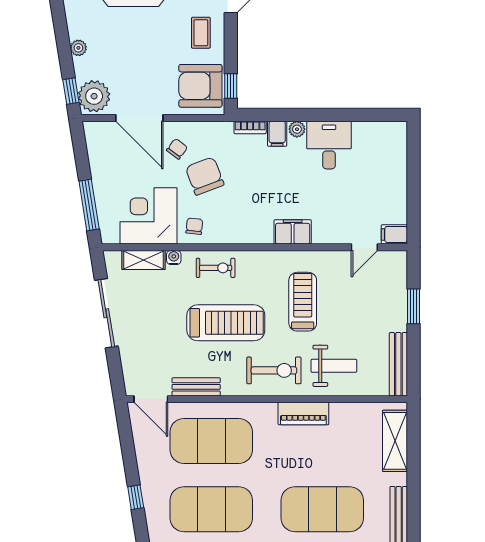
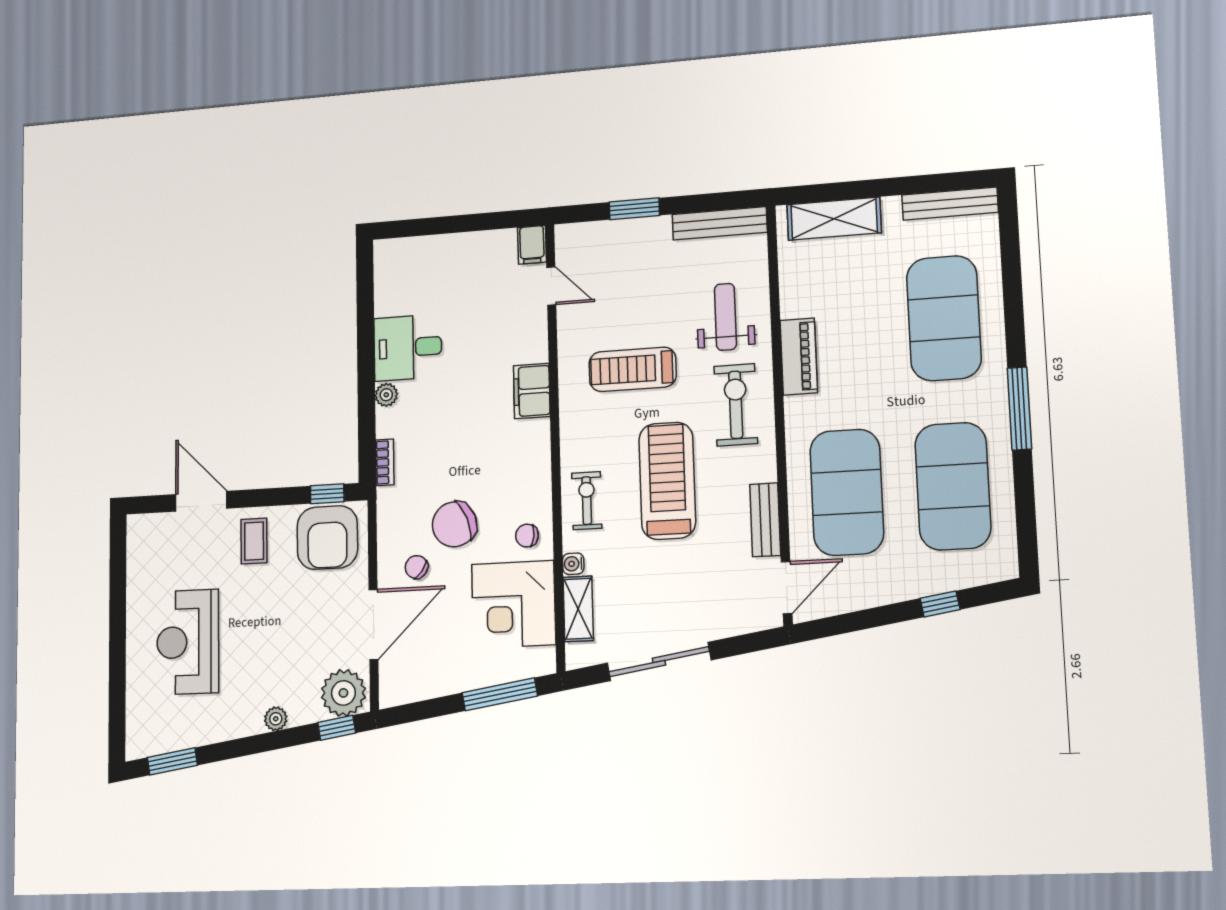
coffee table: (201, 33) -> (254, 541), turned 90
filing cabinet: (277, 134) -> (393, 423), removed

